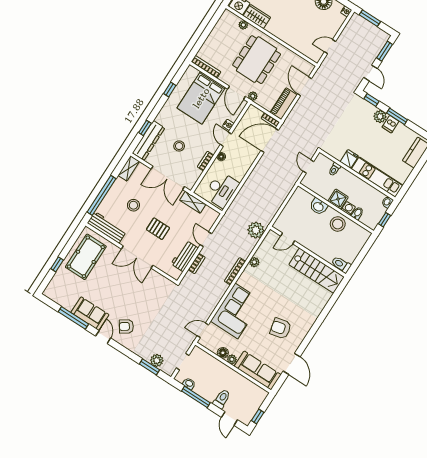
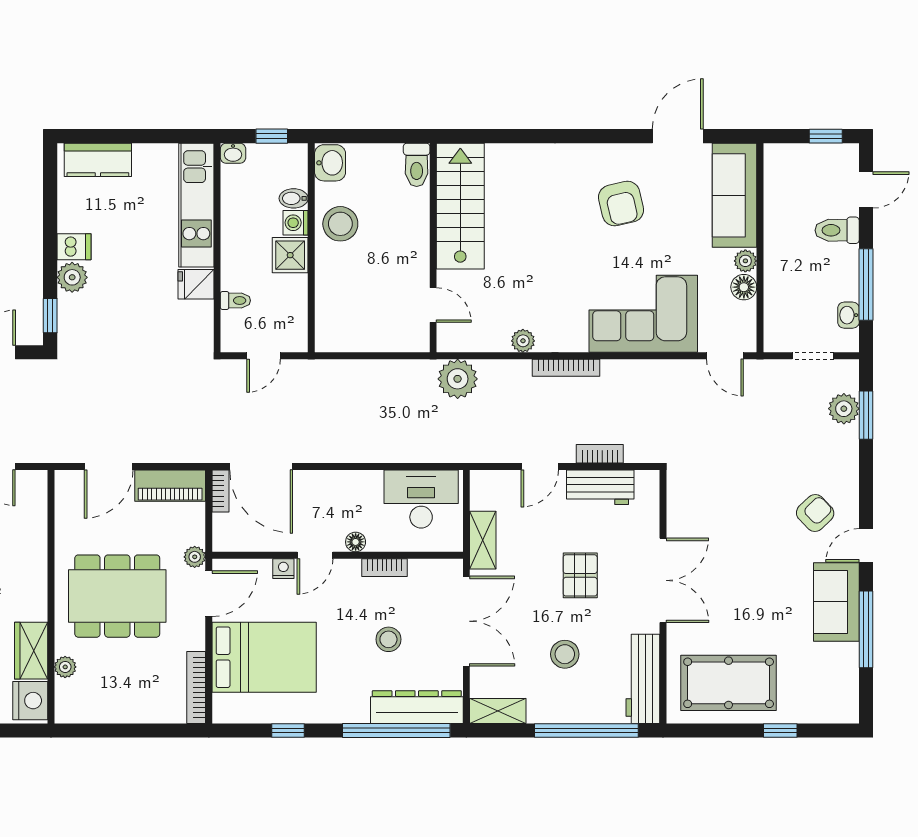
window: (397, 116) -> (50, 244), removed
window: (145, 128) -> (396, 731), width x3.17
washbasin: (319, 206) -> (330, 163), moved
armchair: (126, 326) -> (815, 513), turned -100

